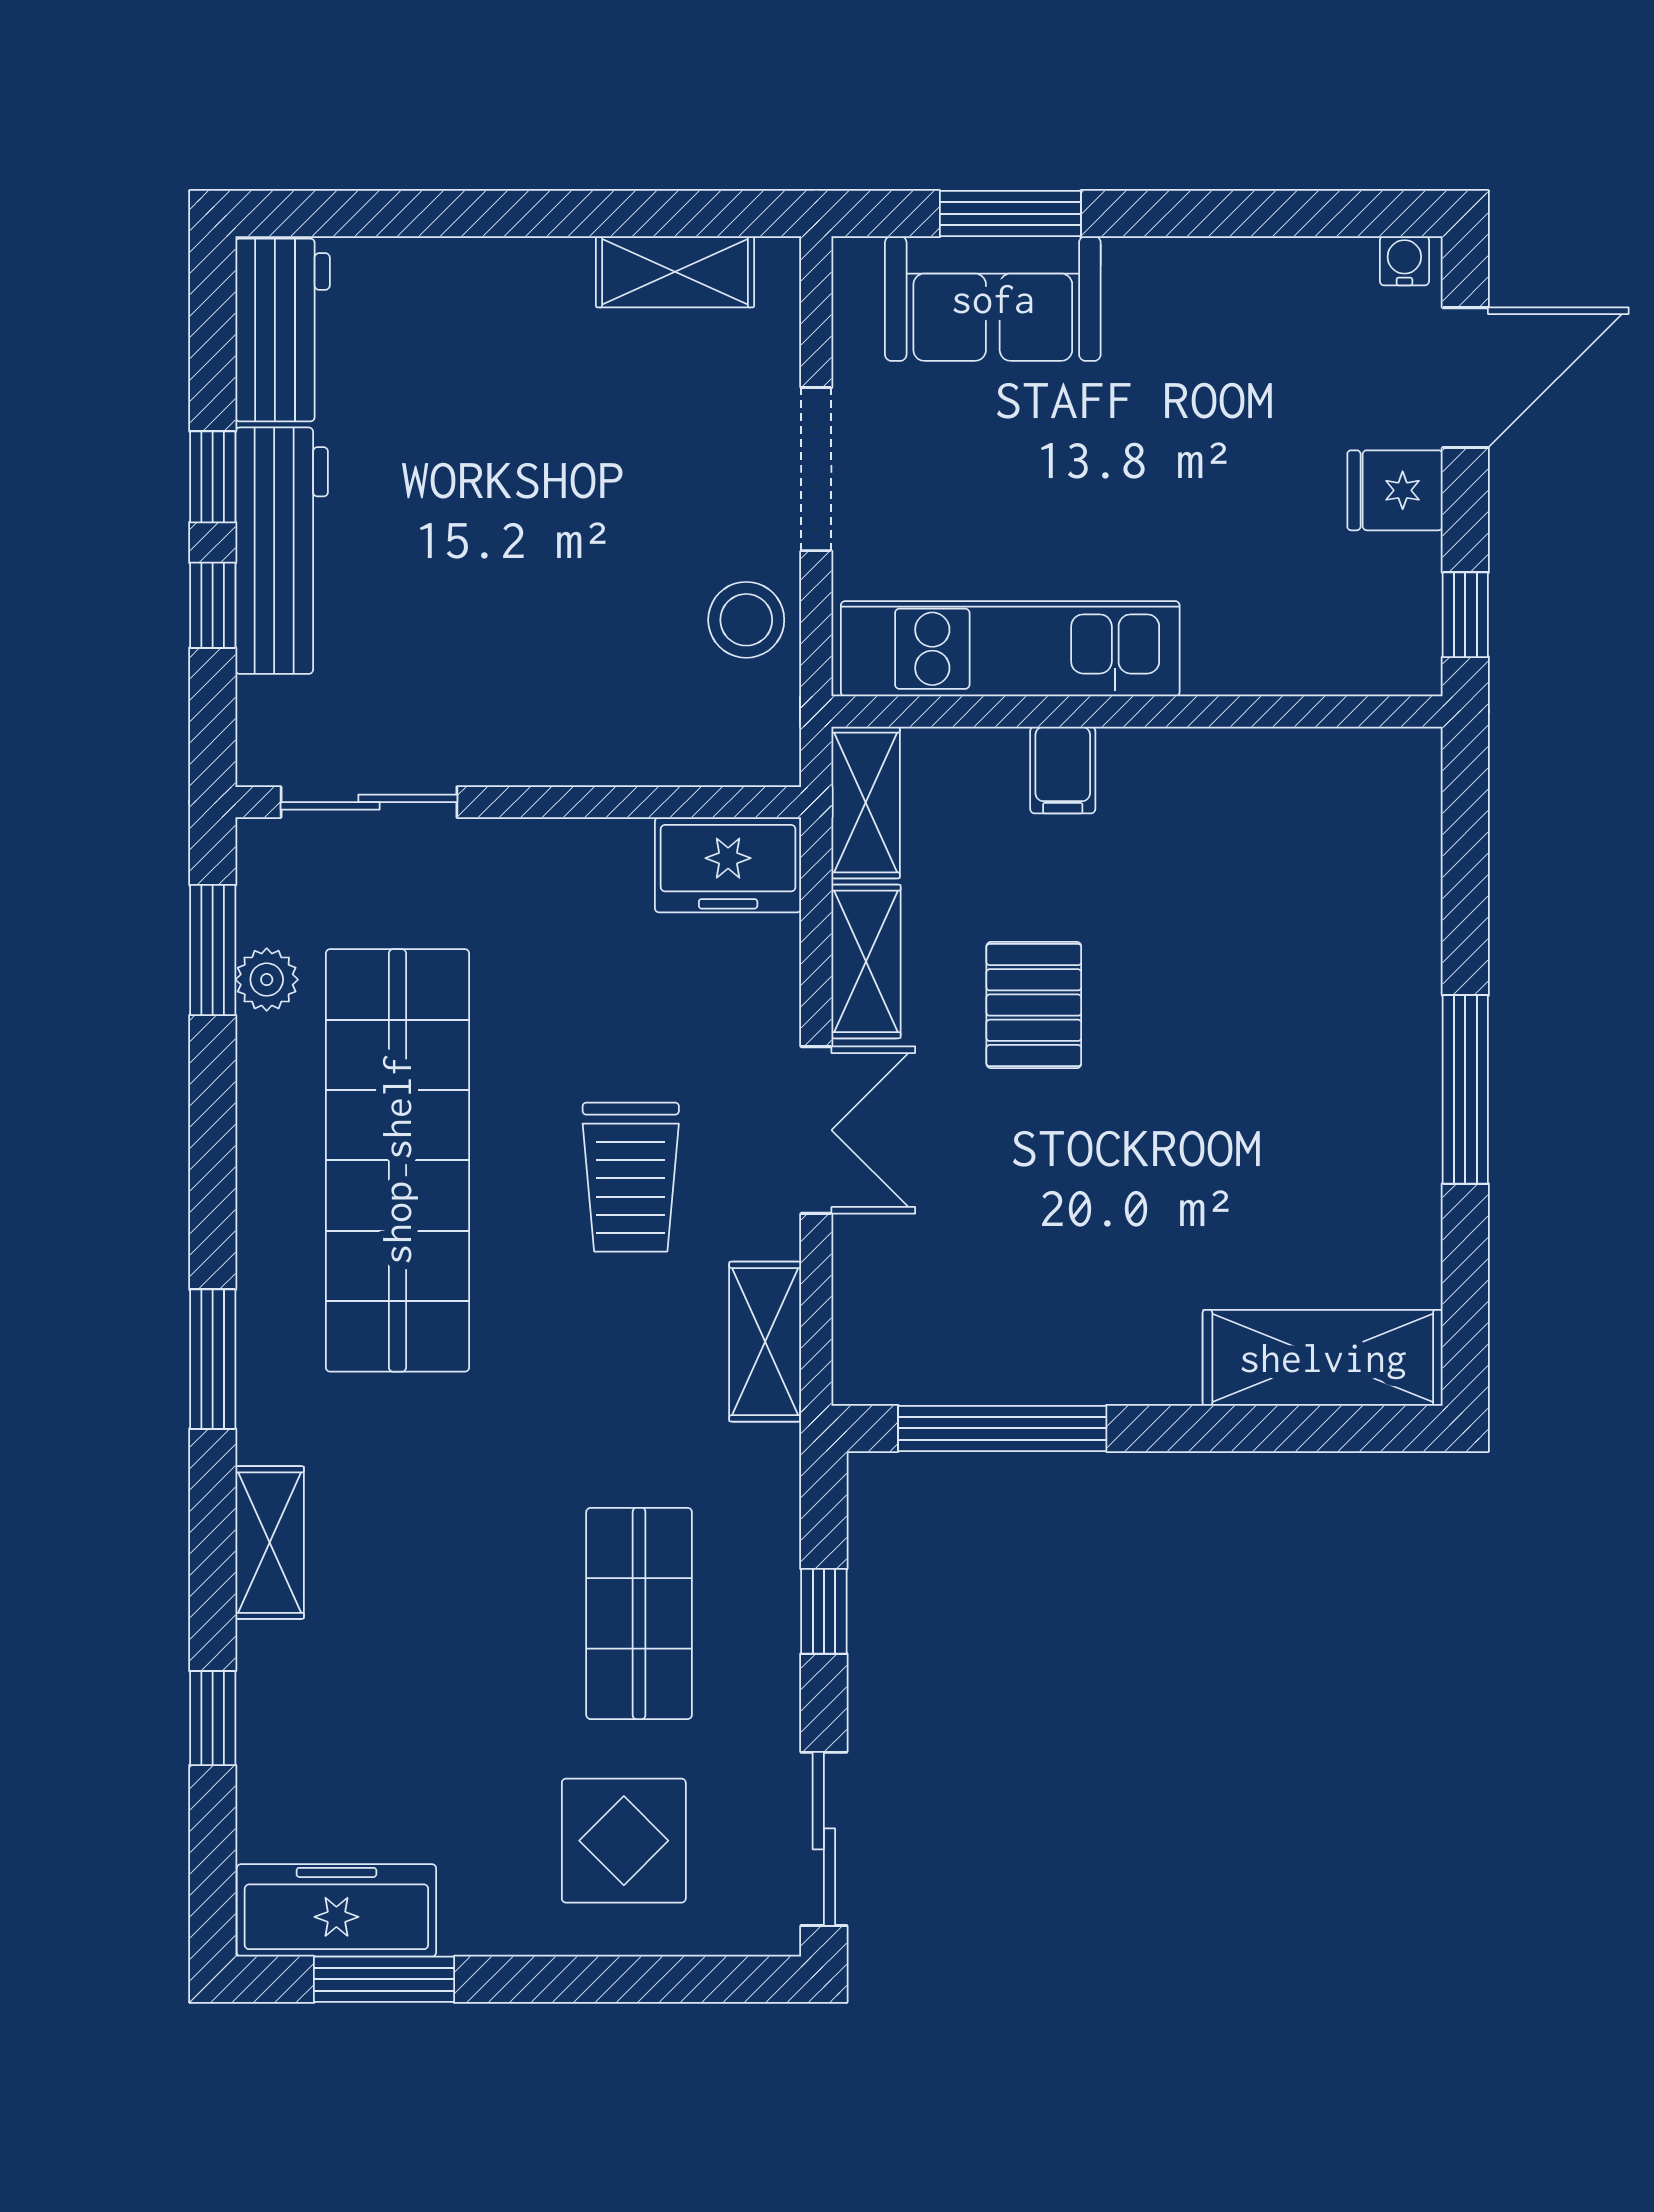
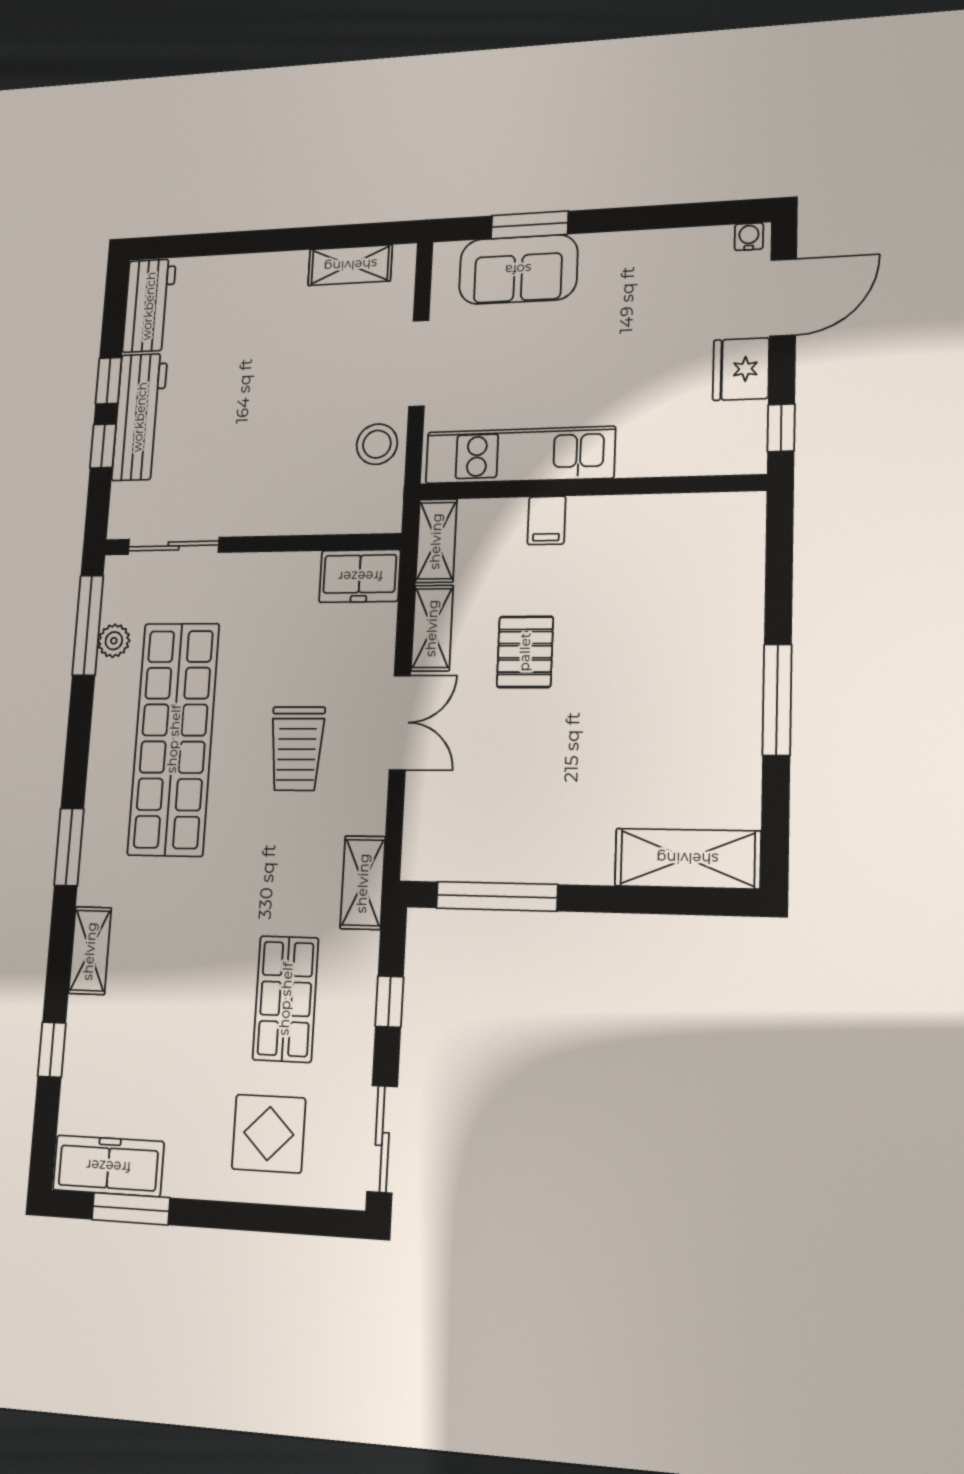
fridge: (1395, 490) -> (741, 369), width x1.38
window: (213, 950) -> (88, 625), width x1.44
shelving: (765, 1342) -> (363, 883), moved

